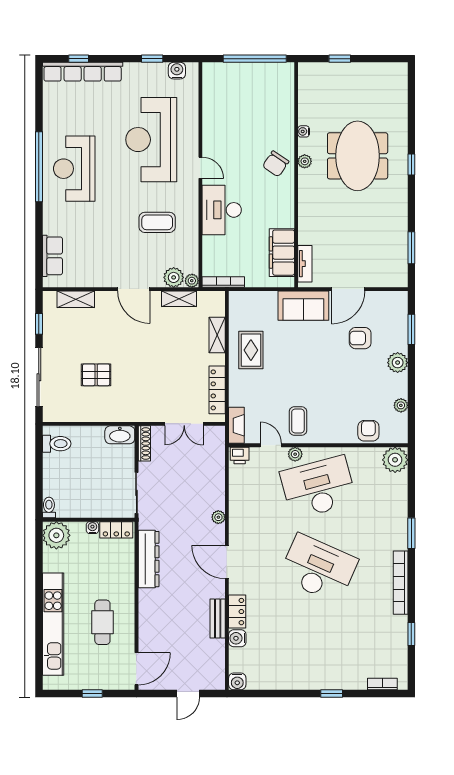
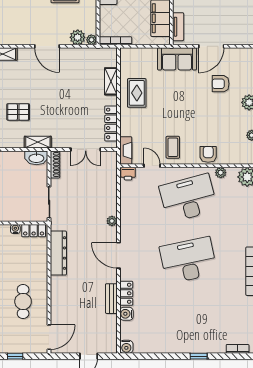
shelving: (179, 299) -> (38, 142), moved
armchair: (368, 431) -> (208, 154), moved
plant: (295, 454) -> (221, 173), moved
desk: (318, 568) -> (188, 260), turned -36

